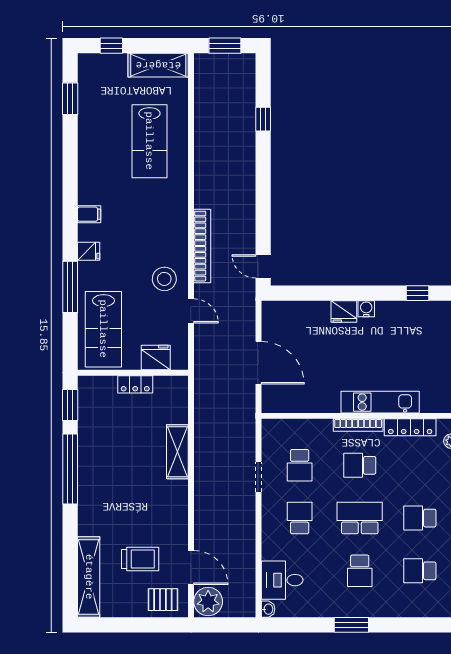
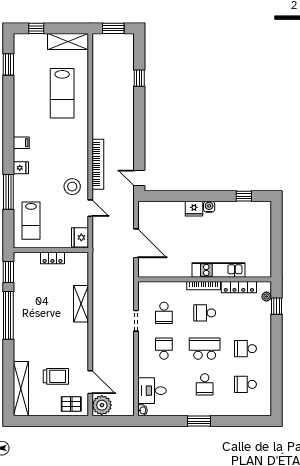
lab bench: (103, 329) -> (31, 221), width x0.73, depth x0.72
fridge: (156, 358) -> (80, 237), moved, turned -90

